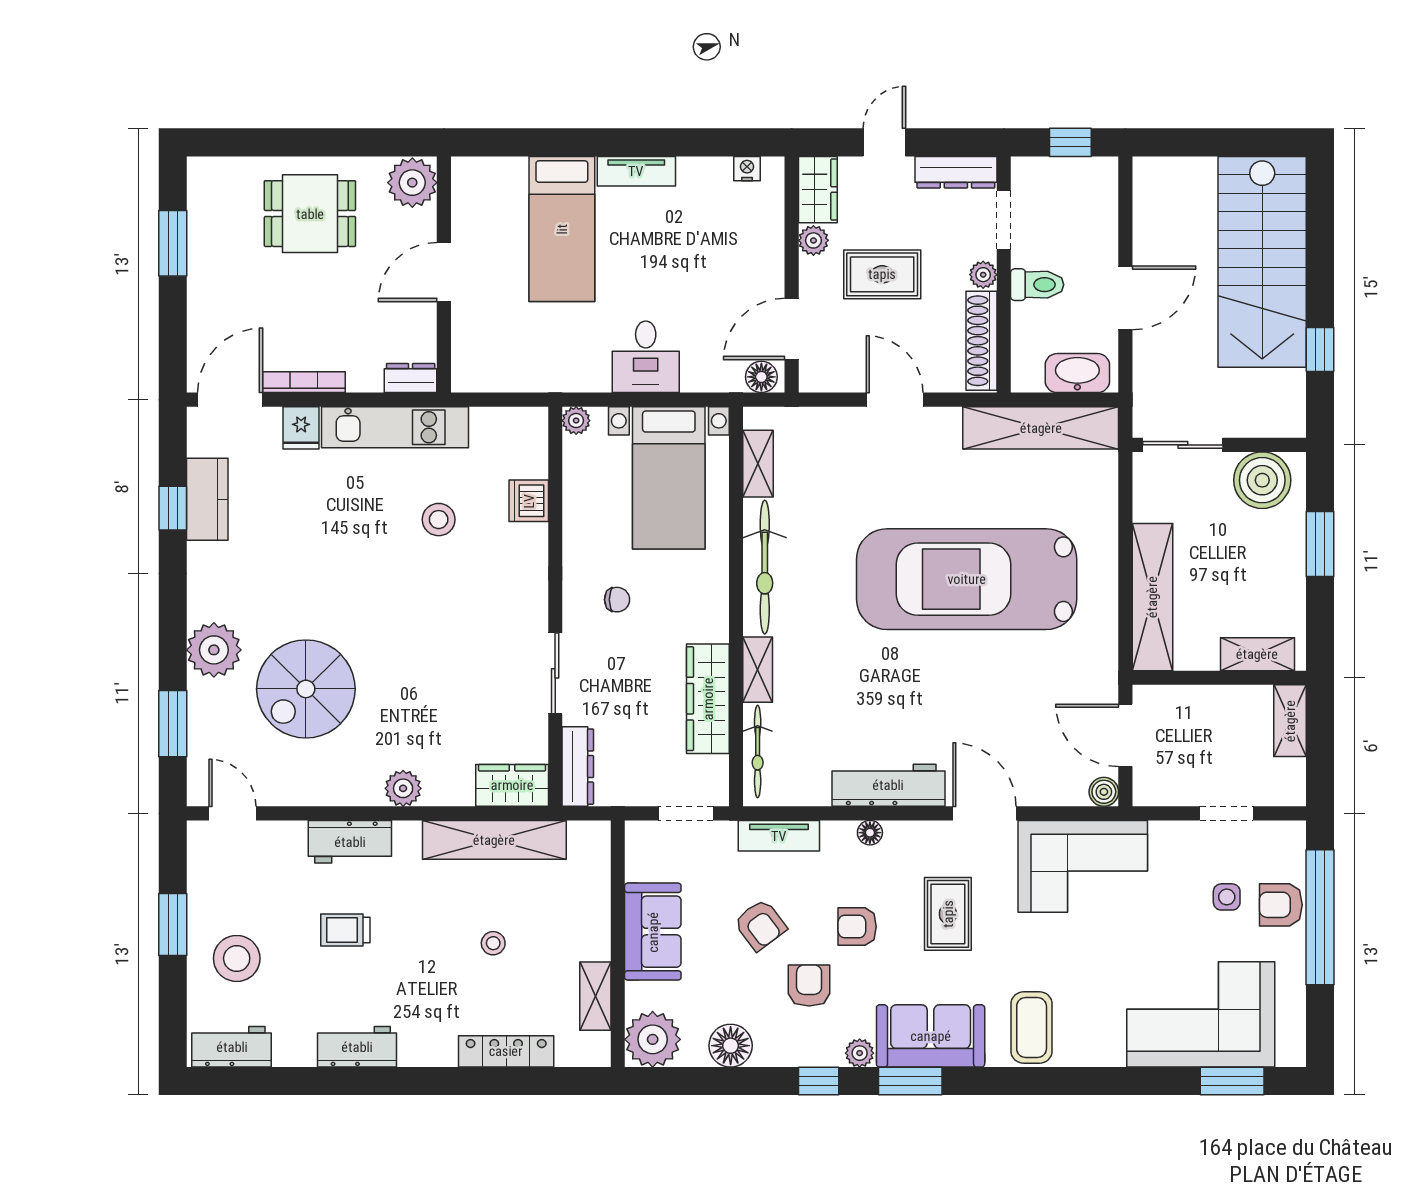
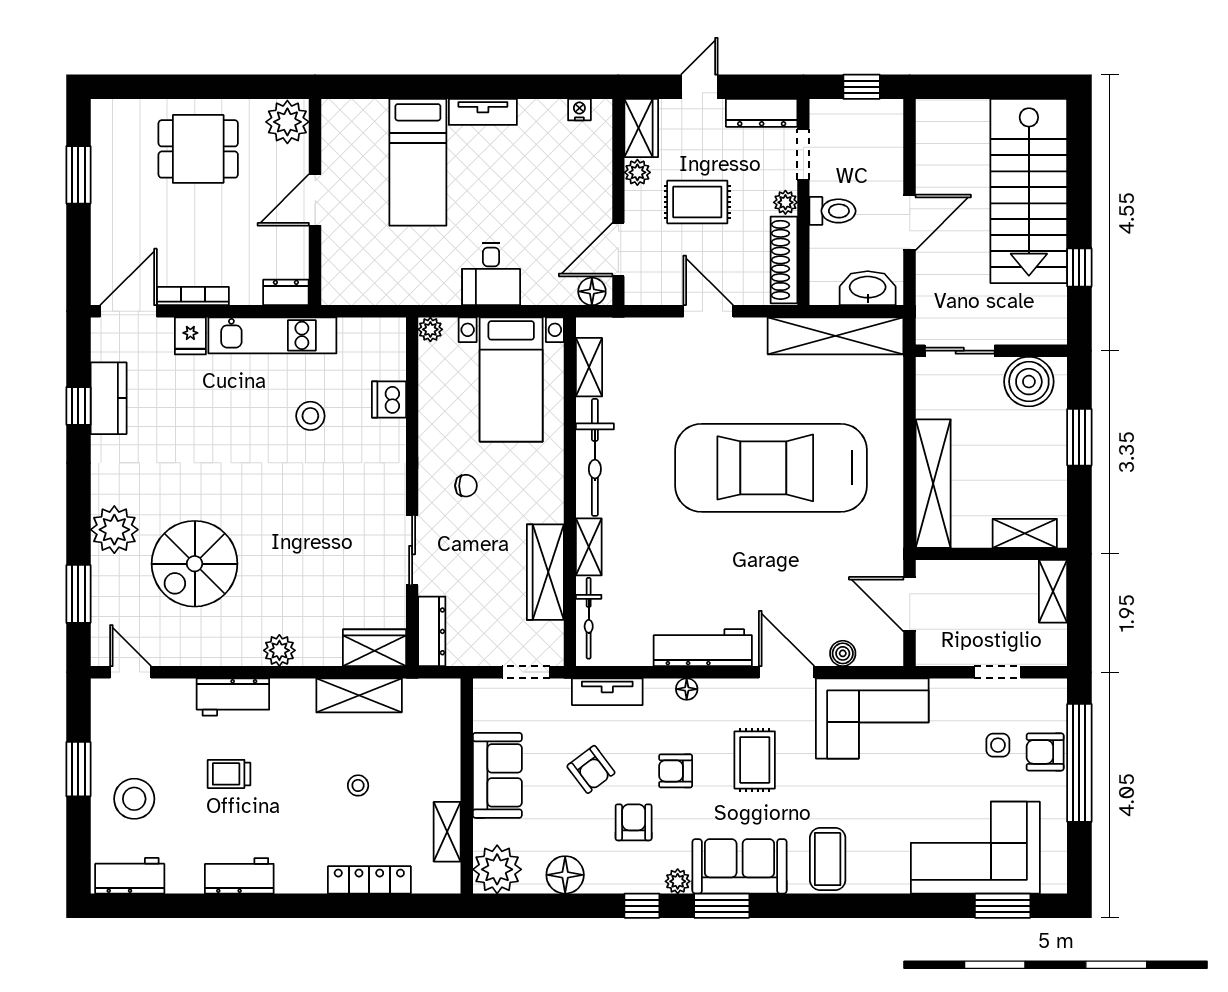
boiler: (1104, 792) -> (843, 653), moved
shelving: (494, 840) -> (359, 695), width x0.68

